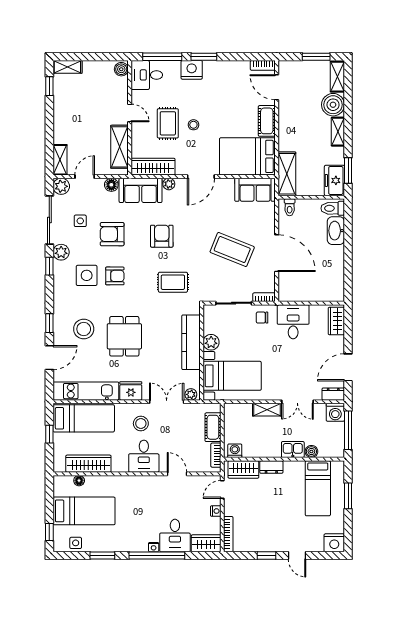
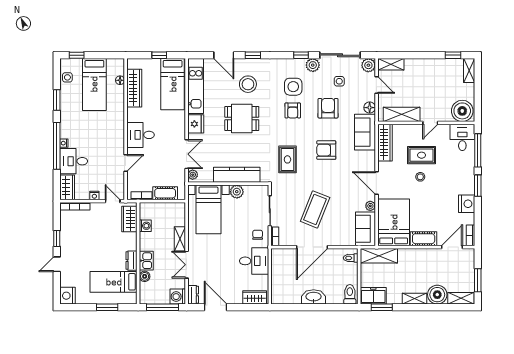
boiler: (121, 69) -> (462, 111), width x1.86, depth x1.86
nightstand: (192, 70) -> (467, 204), moved
plant: (169, 184) -> (370, 206), moved
washbasin: (336, 231) -> (314, 297), moved
armchair: (162, 236) -> (326, 150), turned 180
stool: (141, 423) -> (168, 132), removed
washing machine: (235, 451) -> (145, 226), moved
dresser: (271, 467) -> (131, 261), moved

